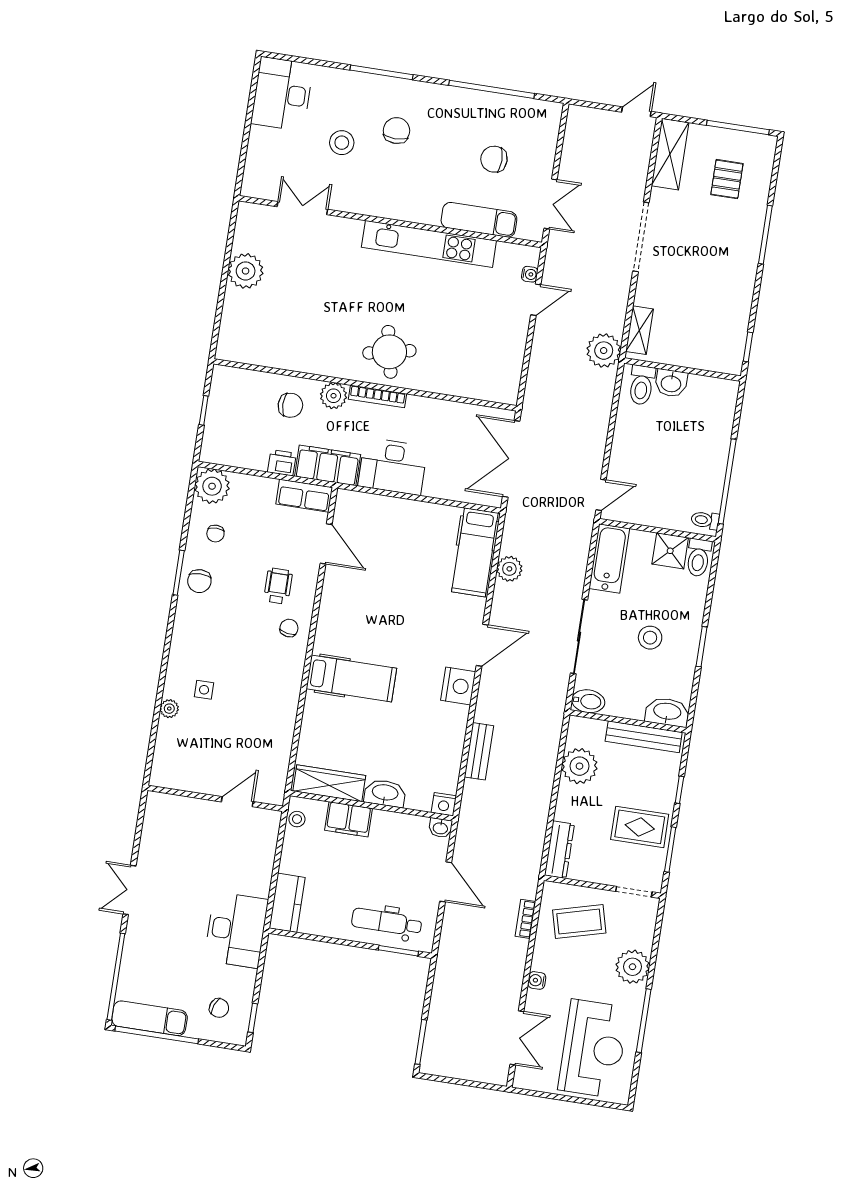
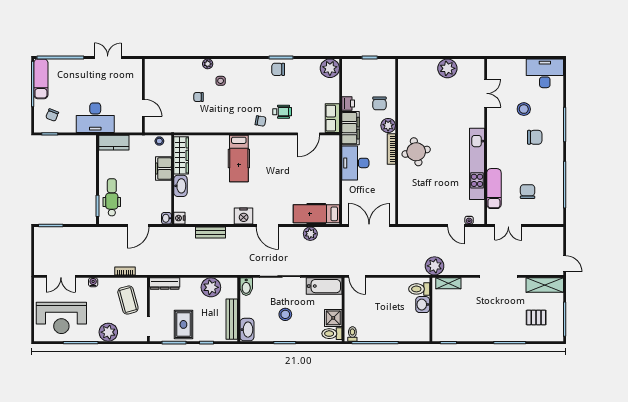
chair: (215, 534) -> (199, 97), moved
wall: (215, 798) -> (143, 96), moved
door: (237, 802) -> (143, 108), moved

